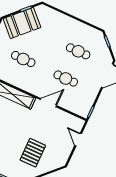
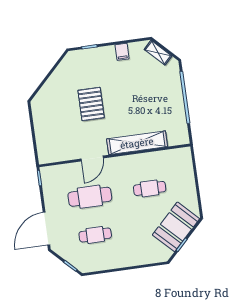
cafe table: (66, 78) -> (90, 197), width x1.37, depth x1.35
door: (78, 140) -> (34, 139), removed
pallet: (33, 153) -> (91, 104), moved

